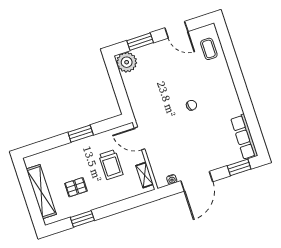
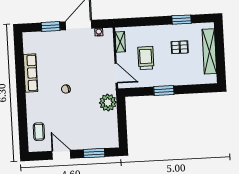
plant: (127, 62) -> (108, 103), moved
row of seats: (244, 137) -> (31, 73), moved
window: (239, 167) -> (51, 26), moved

